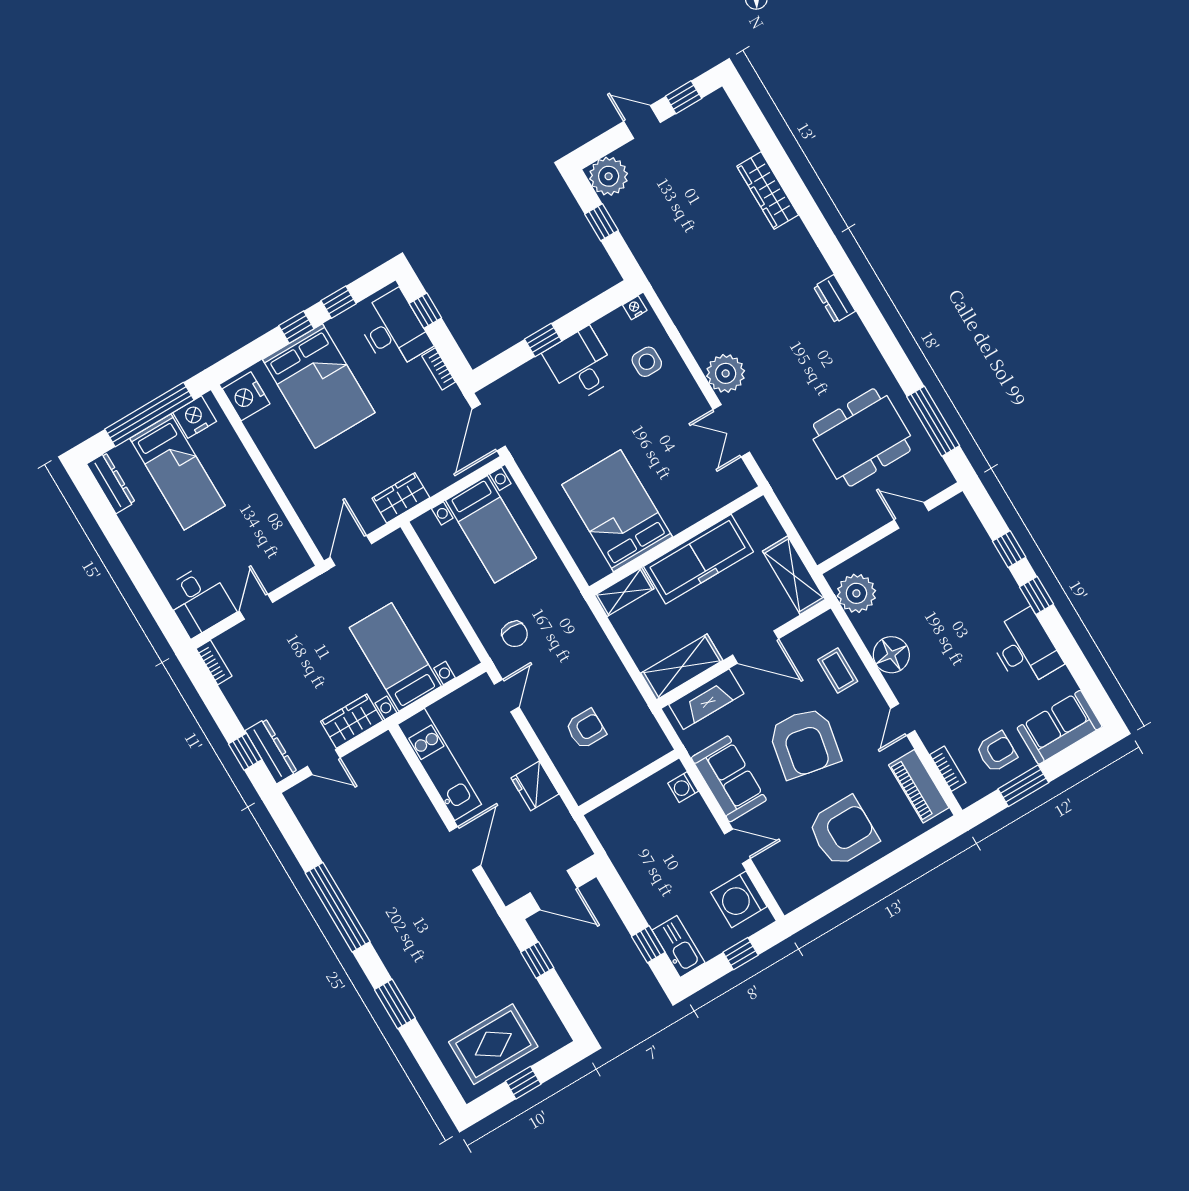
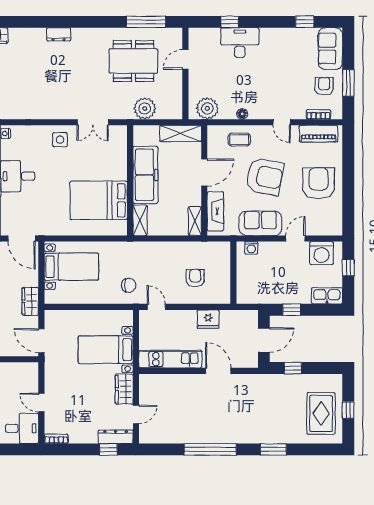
side table: (647, 362) -> (60, 140), moved
plant: (726, 373) -> (145, 108), moved
dining table: (862, 437) -> (133, 61), turned 90
window: (1037, 595) -> (305, 22), moved
desk: (1025, 648) -> (240, 43), moved
floor lamp: (891, 655) -> (242, 114), width x0.53, depth x0.53
shelving: (682, 667) -> (195, 221), width x0.67, depth x0.75
window: (648, 944) -> (292, 310), moved

